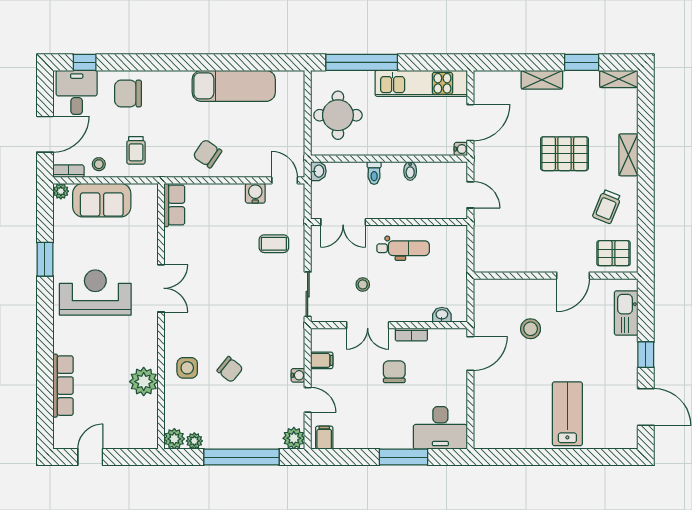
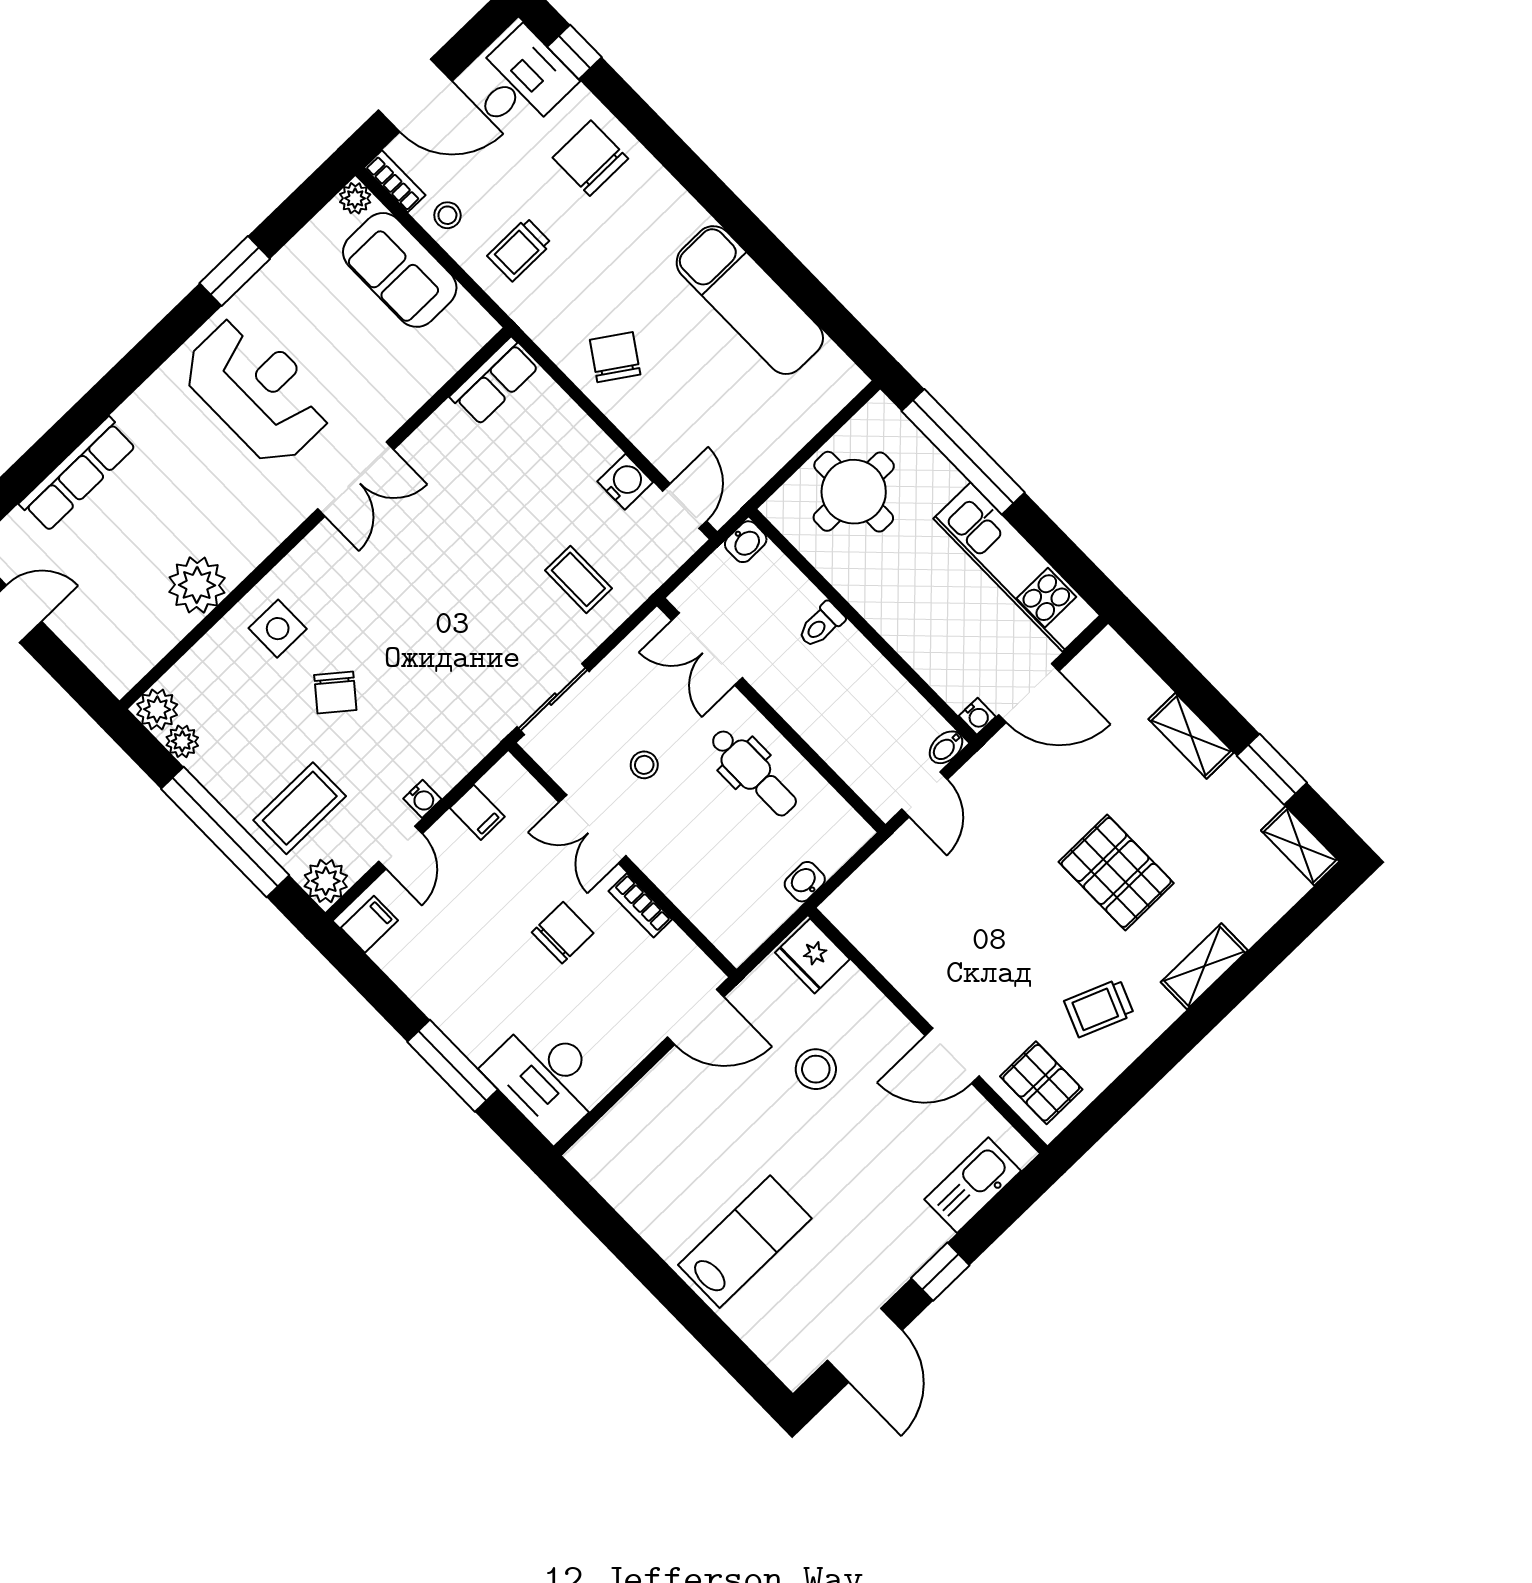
bidet: (410, 171) -> (946, 747), moved
fridge: (489, 291) -> (812, 956), added
washbasin: (442, 315) -> (805, 882), moved, turned -90
coffee table: (259, 422) -> (300, 808), added

